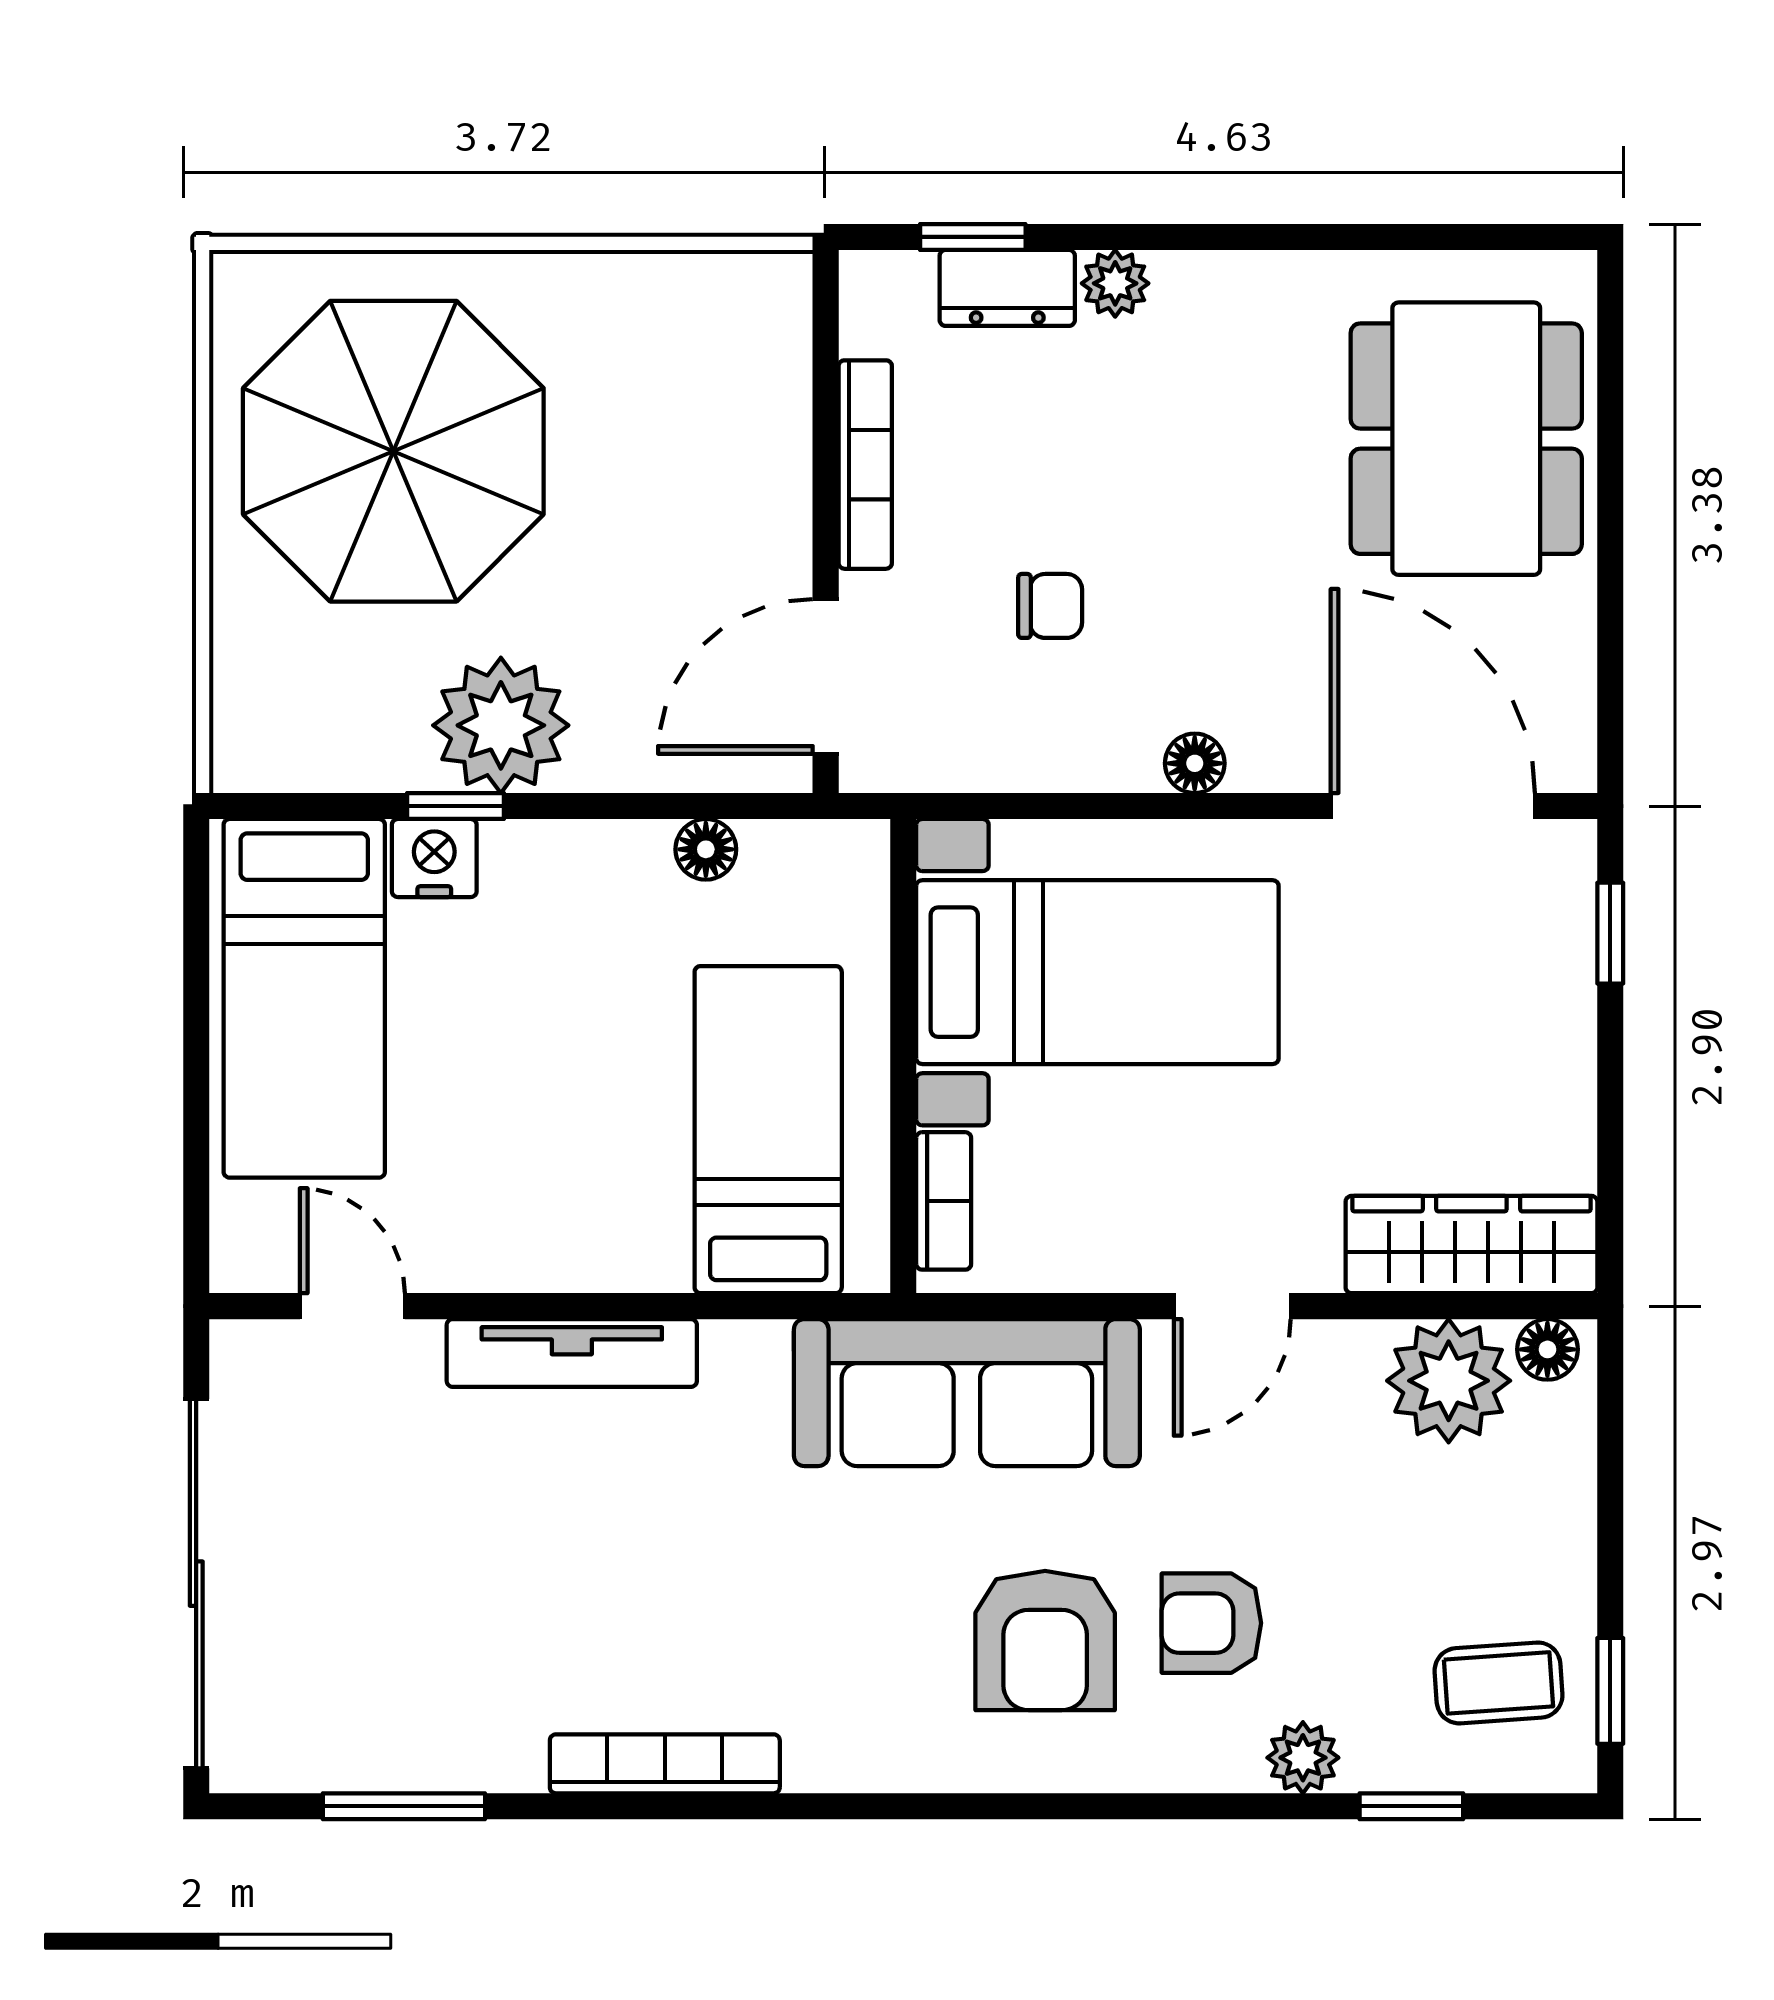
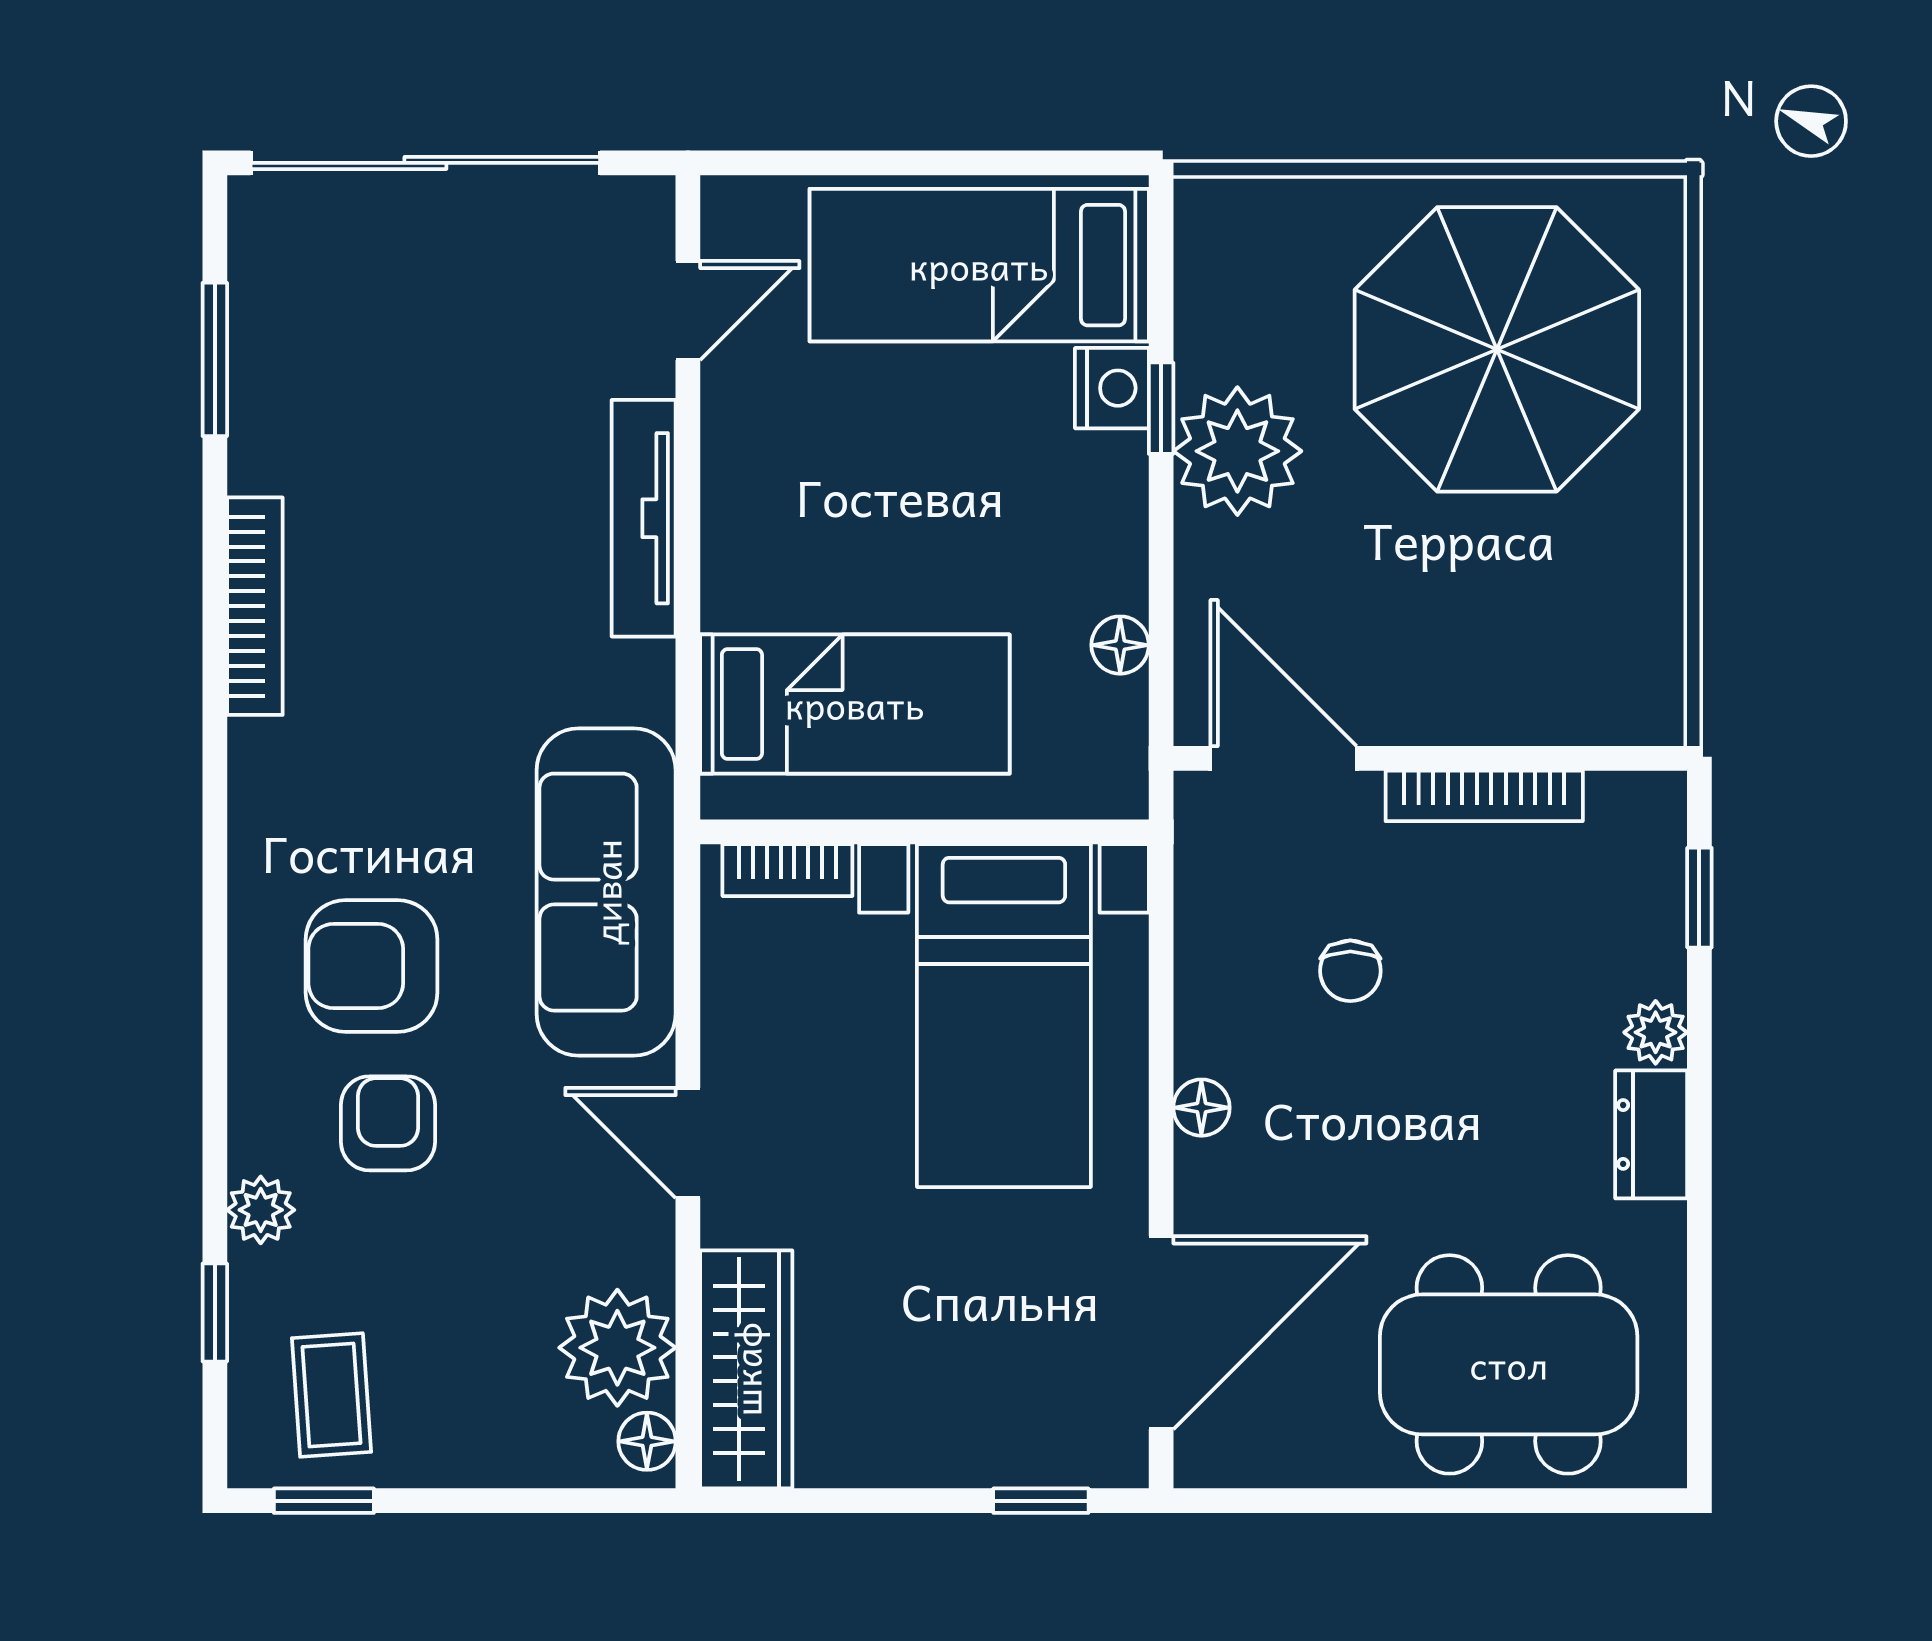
dresser: (1007, 288) -> (1651, 1134), moved

